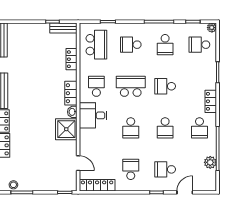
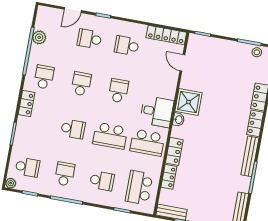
school desk: (96, 86) -> (147, 143), width x1.85
locker: (71, 93) -> (174, 151), moved
school desk: (131, 169) -> (127, 46), turned 90
school desk: (165, 169) -> (89, 39), turned 180

